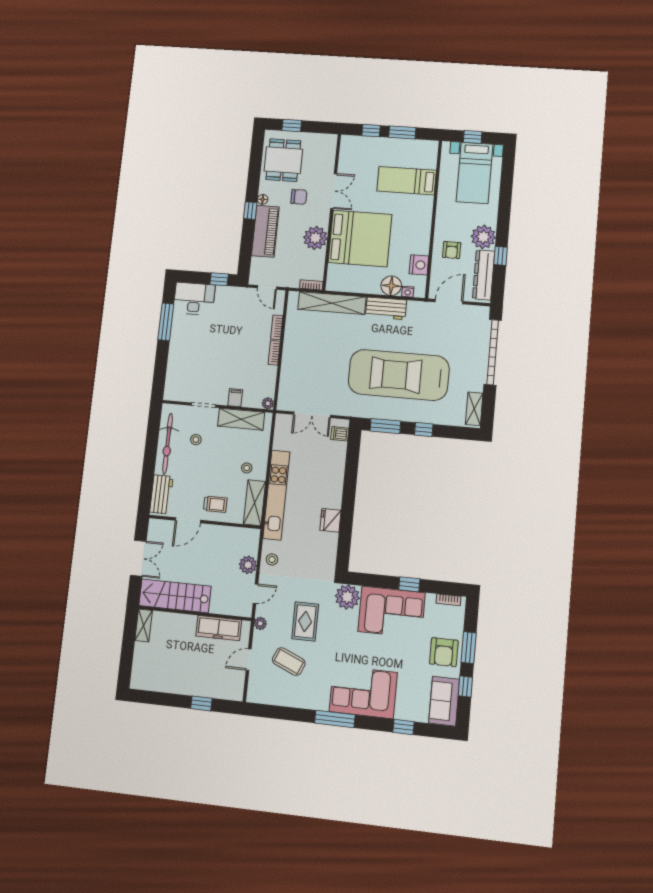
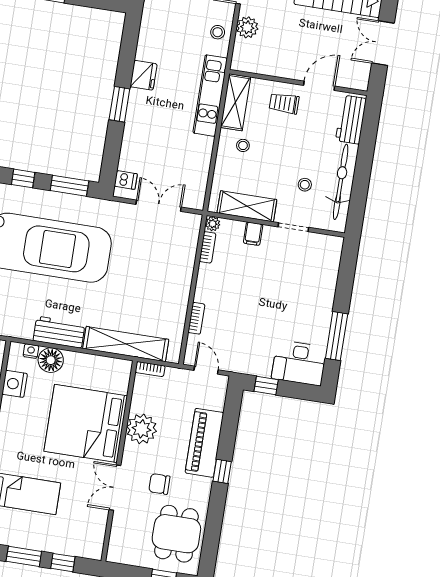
floor lamp: (263, 199) -> (206, 485), removed
bookcase: (274, 353) -> (208, 247), moved
kitchen unit: (276, 495) -> (210, 96), width x0.73
window: (349, 495) -> (119, 104), added

